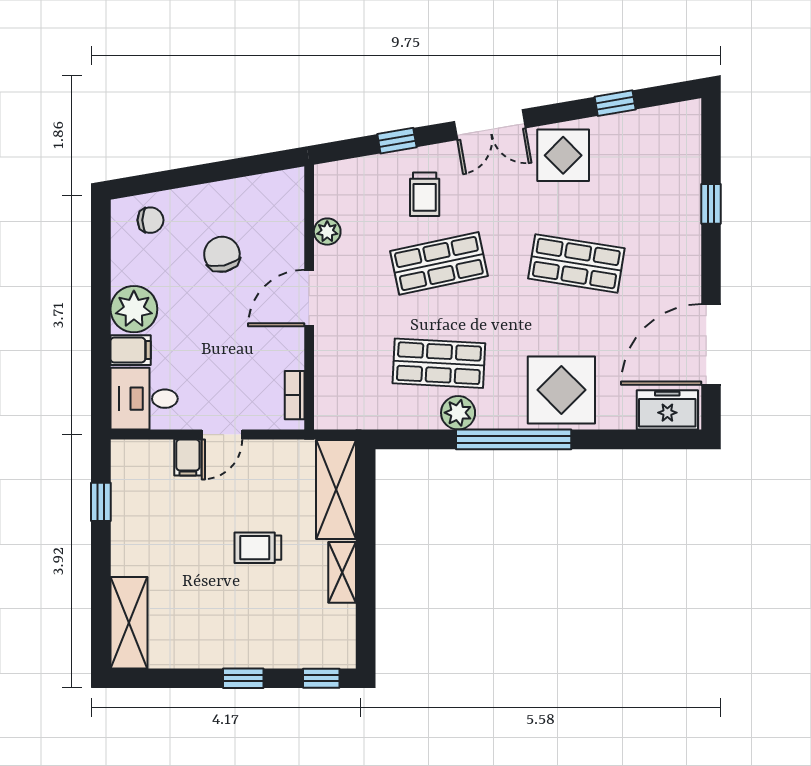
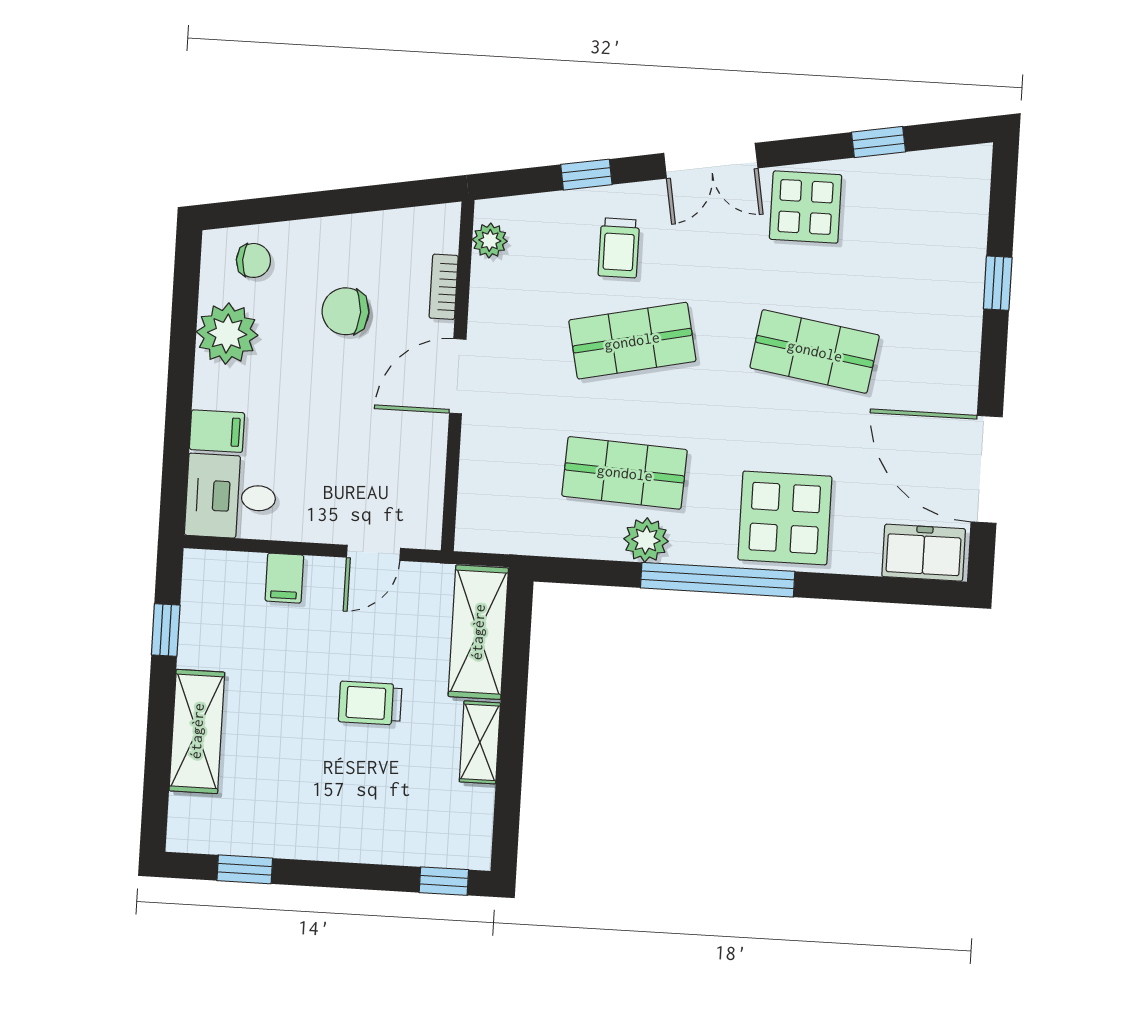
plant: (327, 232) -> (490, 240), moved
chair: (222, 254) -> (346, 311), turned -78
plant: (134, 309) -> (227, 334), moved
door: (711, 344) -> (987, 469), hinge flipped
bookcase: (295, 395) -> (444, 287), moved
door: (222, 435) -> (373, 553), moved
shelving: (129, 623) -> (197, 731), moved
window: (243, 678) -> (245, 869), moved

